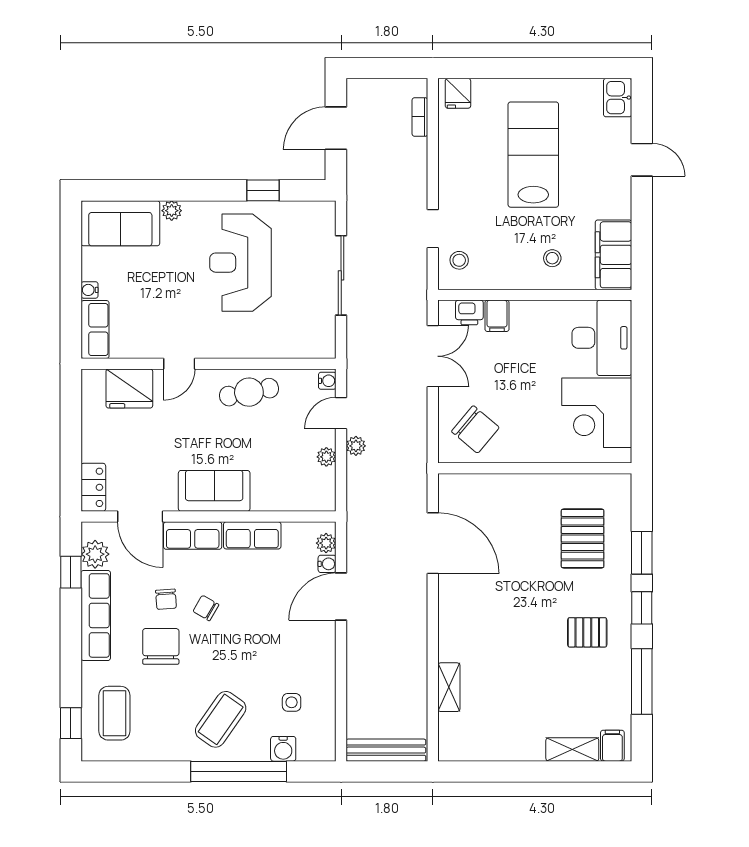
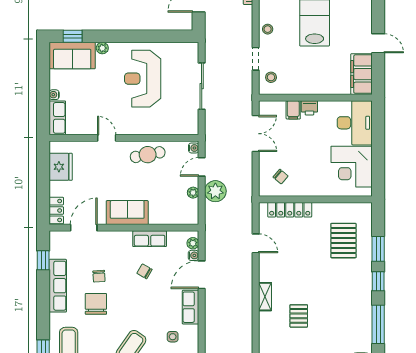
door: (642, 160) -> (378, 43), moved
window: (263, 190) -> (73, 36), moved
stool: (552, 258) -> (268, 29), moved
printer: (469, 312) -> (309, 108), moved
door: (179, 364) -> (107, 138), swing flipped
fridge: (129, 388) -> (61, 167), moved, turned -90
chair: (475, 429) -> (281, 177), width x0.54, depth x0.54
plant: (356, 446) -> (215, 191), width x1.88, depth x1.88
locker: (491, 486) -> (290, 210), added
door: (140, 517) -> (84, 228), swing flipped
row of seats: (193, 536) -> (191, 307), moved, turned 90
door: (433, 543) -> (256, 243), width x0.53
plant: (95, 554) -> (57, 250), removed
chair: (206, 608) -> (144, 271), moved
pallet: (587, 632) -> (299, 316), moved, turned 90
shelving: (449, 687) -> (265, 297), moved

